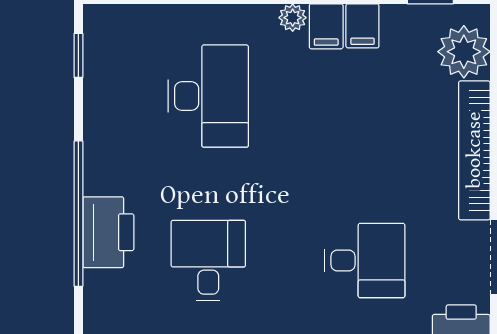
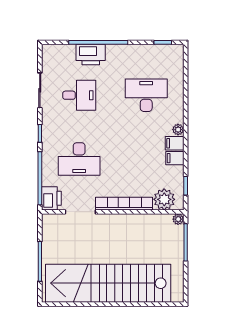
desk: (208, 96) -> (146, 95), turned 180
desk: (365, 261) -> (79, 159), width x1.37

